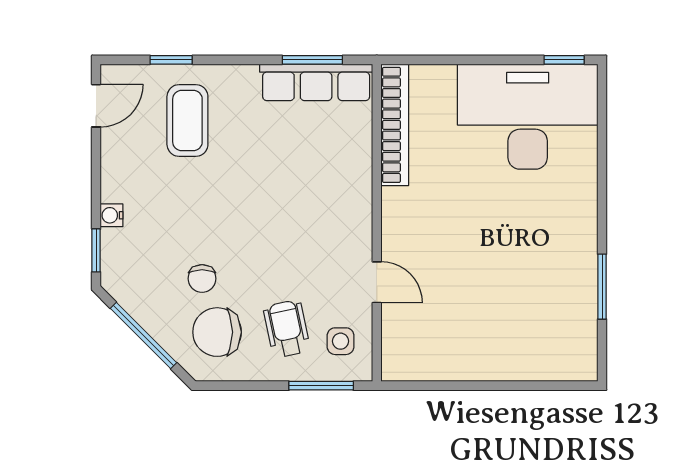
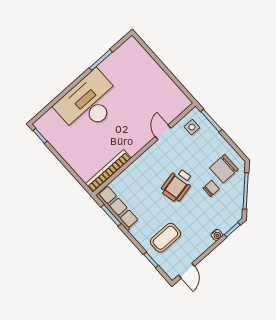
door: (96, 106) -> (187, 271), swing flipped
desk: (528, 117) -> (89, 103), moved, turned 90
wheelchair: (287, 329) -> (177, 185), moved, width x1.36, depth x1.37
chair: (217, 332) -> (224, 169), turned 90

